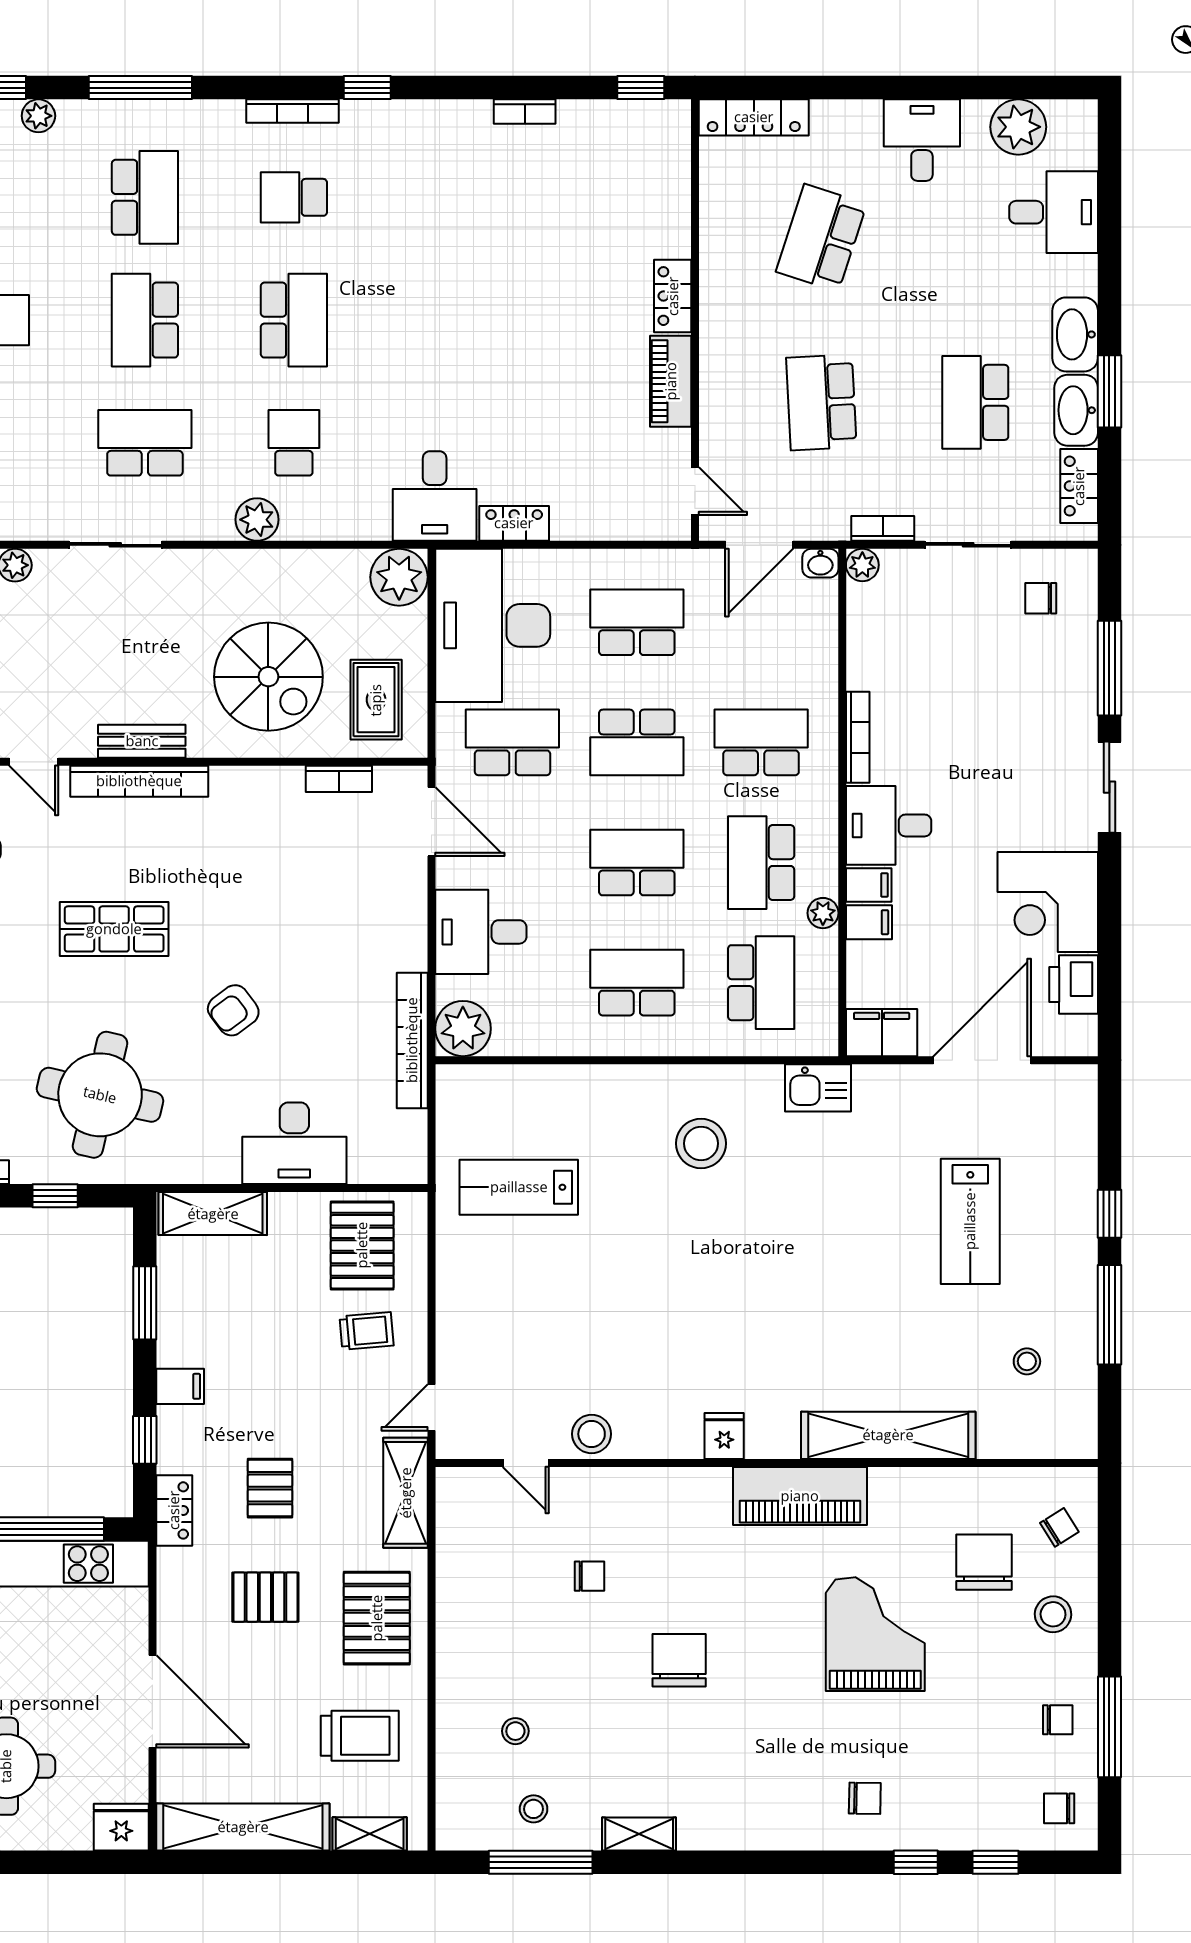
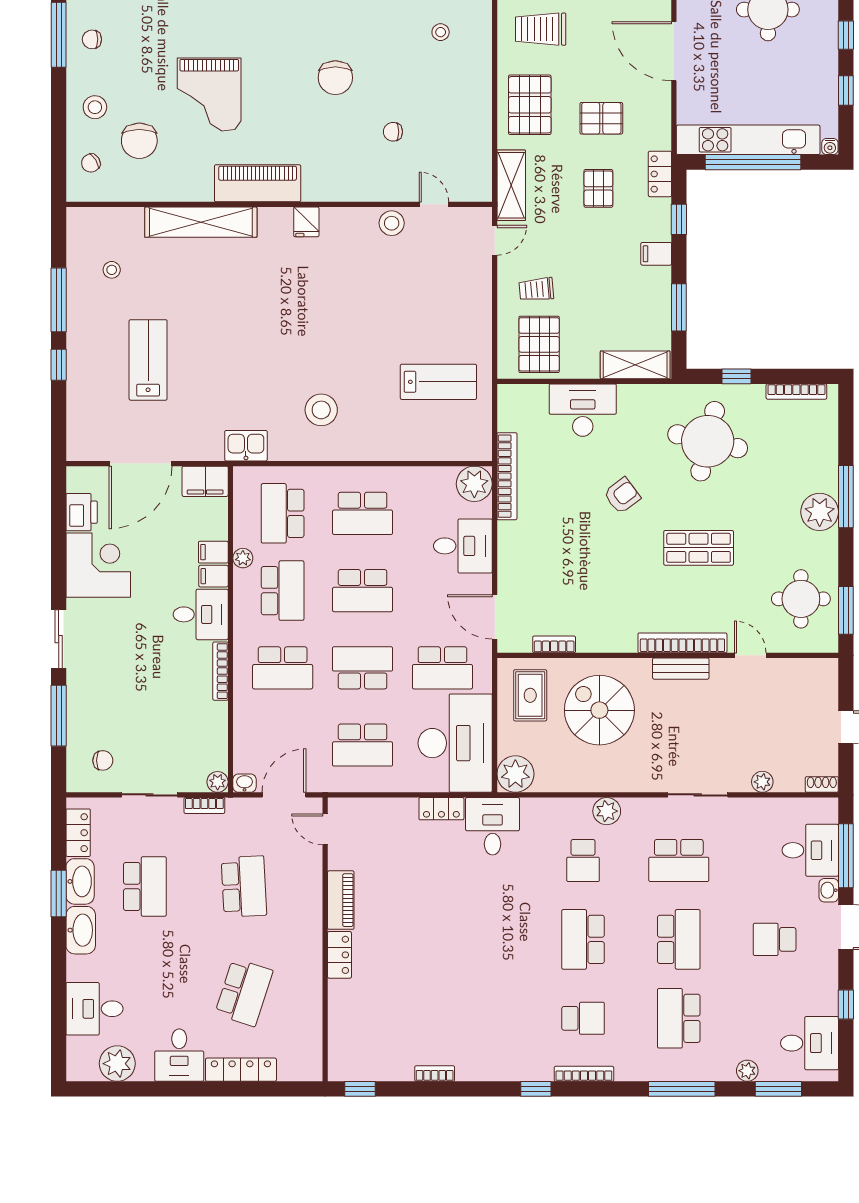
locker: (754, 117) -> (241, 1070), moved

